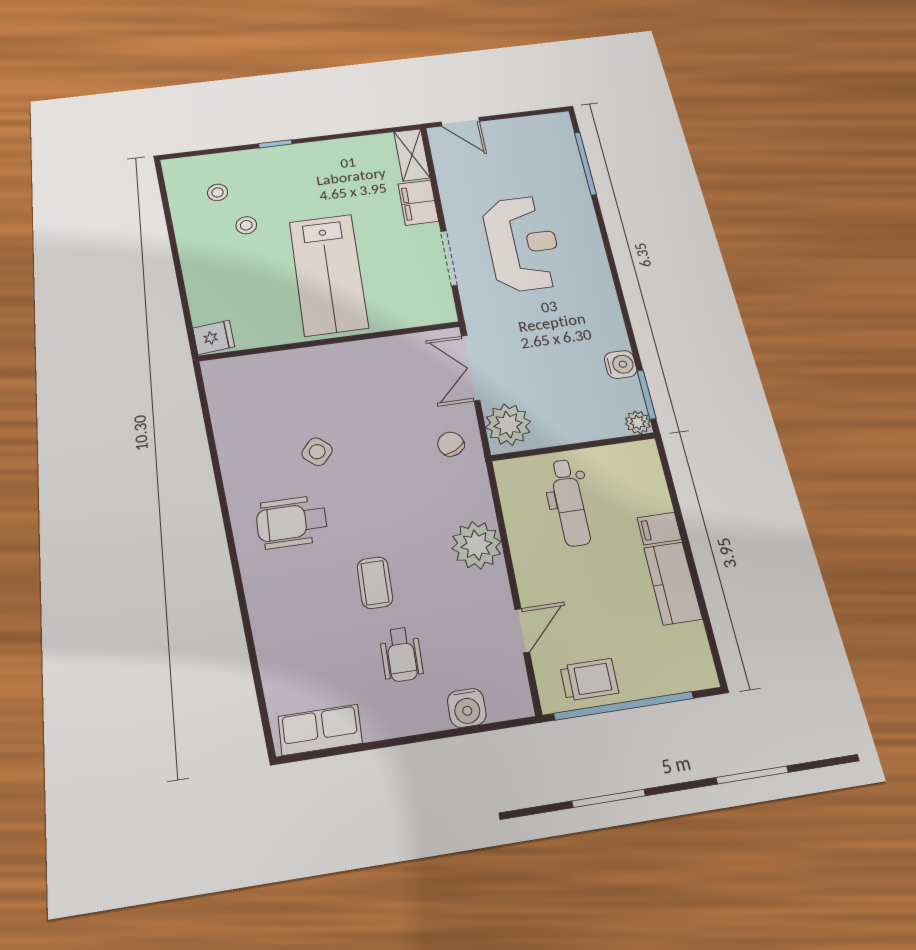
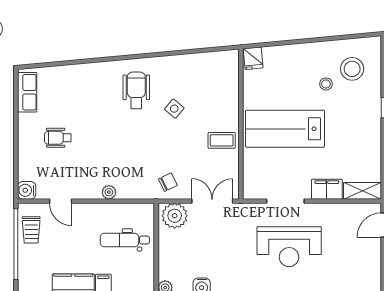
stool: (218, 192) -> (352, 69), width x1.89, depth x1.89
plant: (477, 545) -> (109, 192), width x0.53, depth x0.53
coffee table: (375, 583) -> (222, 140), moved
water cooler: (467, 708) -> (27, 190), moved

